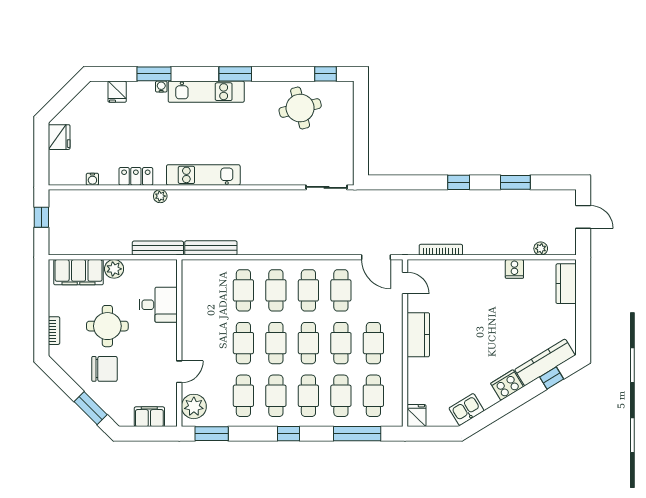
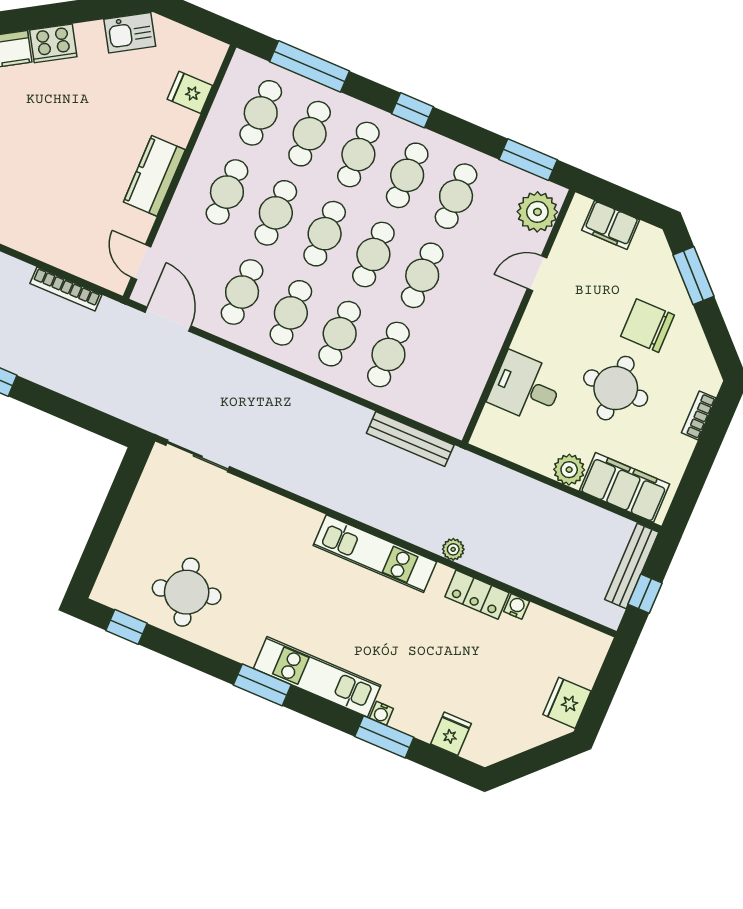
water cooler: (92, 179) -> (517, 606), moved
bench: (158, 248) -> (632, 566), moved, turned 90
fridge: (417, 416) -> (190, 92), moved, turned 90

